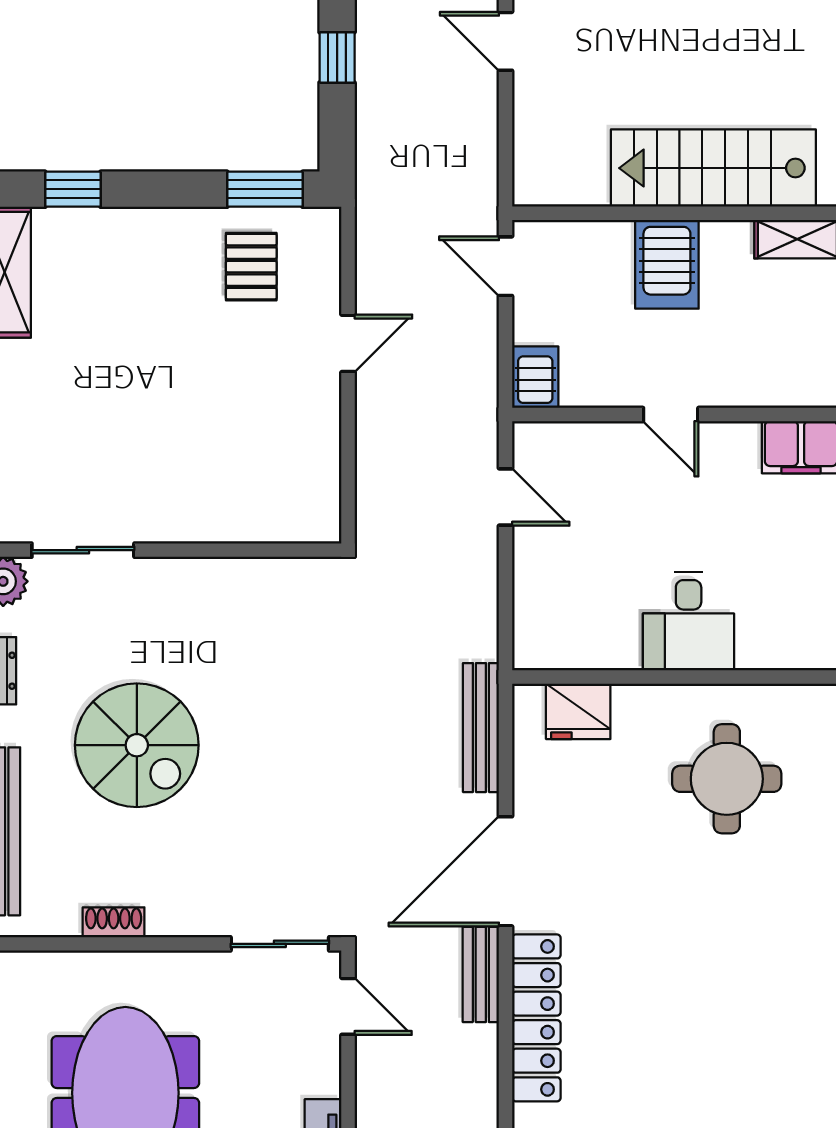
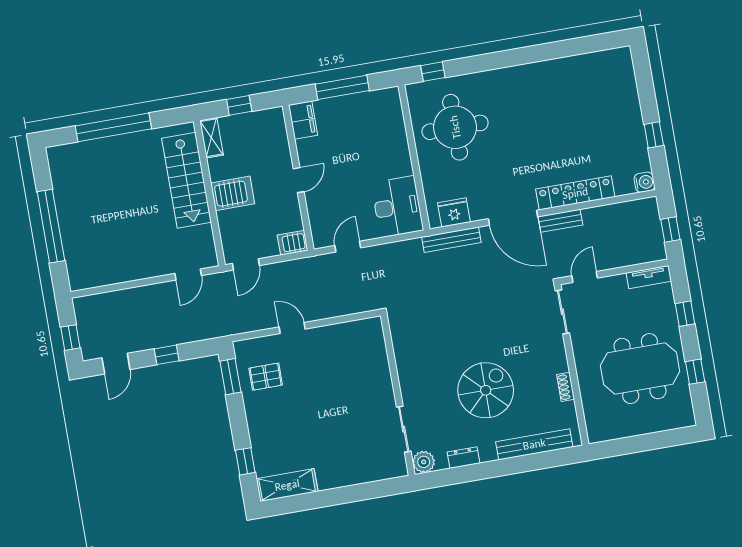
door: (506, 41) -> (188, 274), moved
desk: (689, 621) -> (397, 207), moved, width x1.37
fridge: (578, 711) -> (454, 212), moved, turned -90
round table: (727, 779) -> (455, 127), width x1.36, depth x1.36

